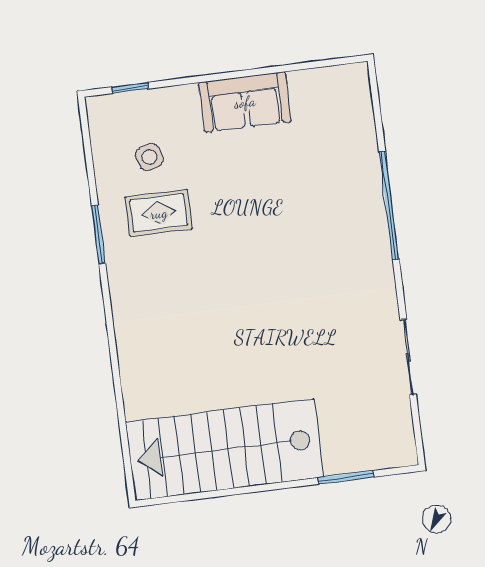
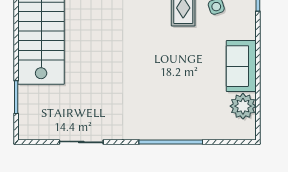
plant: (313, 90) -> (243, 106), added

